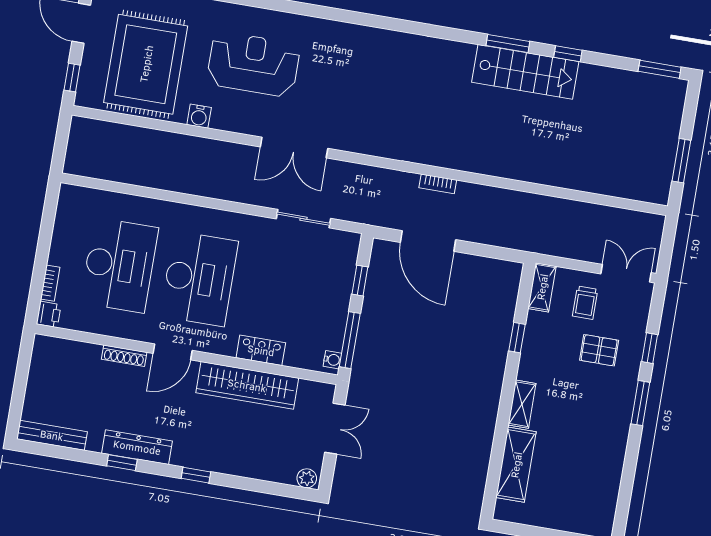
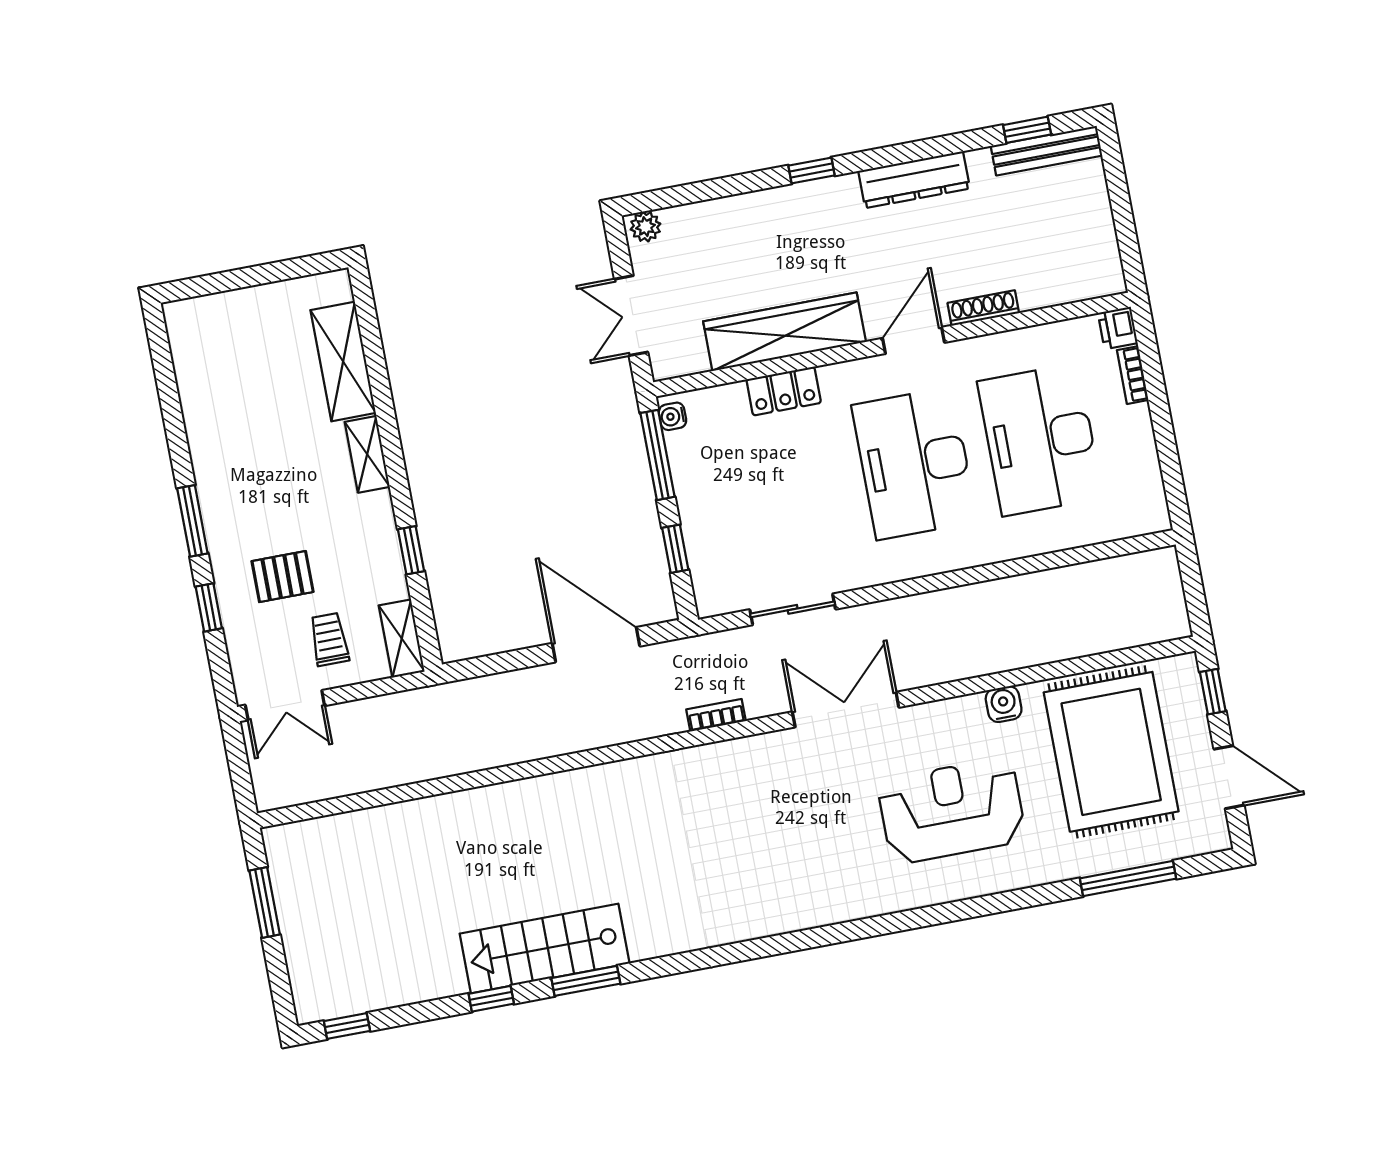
reception desk: (253, 64) -> (952, 811), turned 180
window: (660, 69) -> (347, 1026), width x0.67
bookcase: (438, 184) -> (716, 715), moved
window: (122, 463) -> (1027, 130), moved

